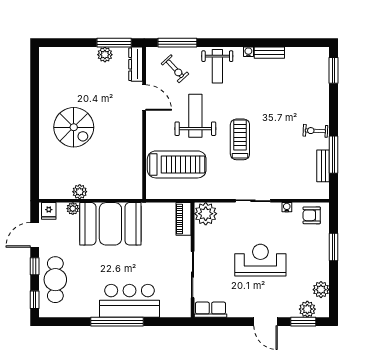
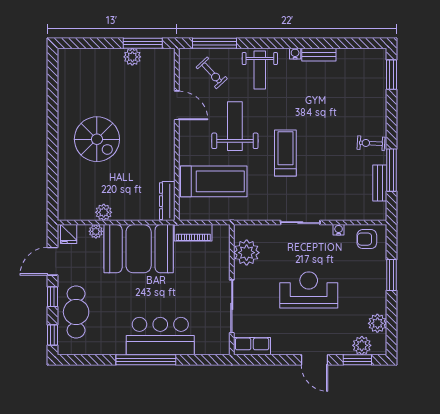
dresser: (136, 64) -> (167, 201), moved
plant: (206, 214) -> (247, 253), moved
piano: (184, 219) -> (193, 233), moved, turned -90

